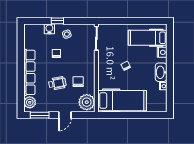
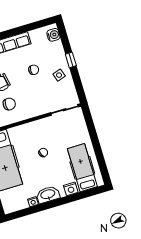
water cooler: (49, 29) -> (53, 35), moved

